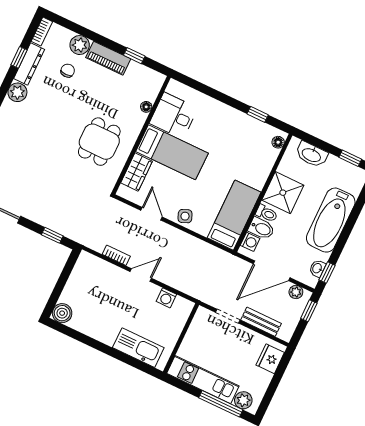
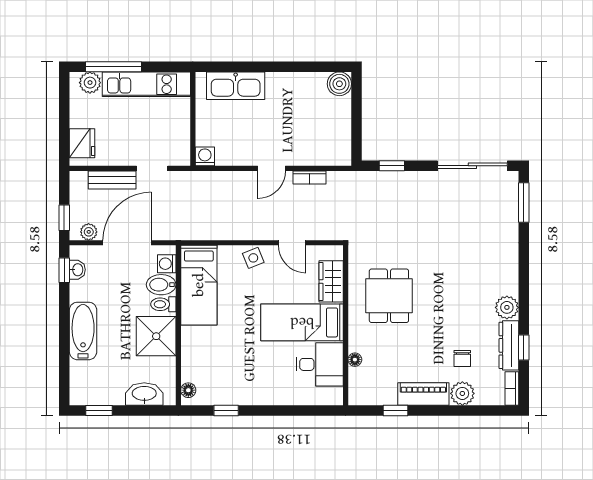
bathtub: (331, 220) -> (83, 331), width x0.73, depth x0.73
washing machine: (166, 298) -> (205, 156), moved

